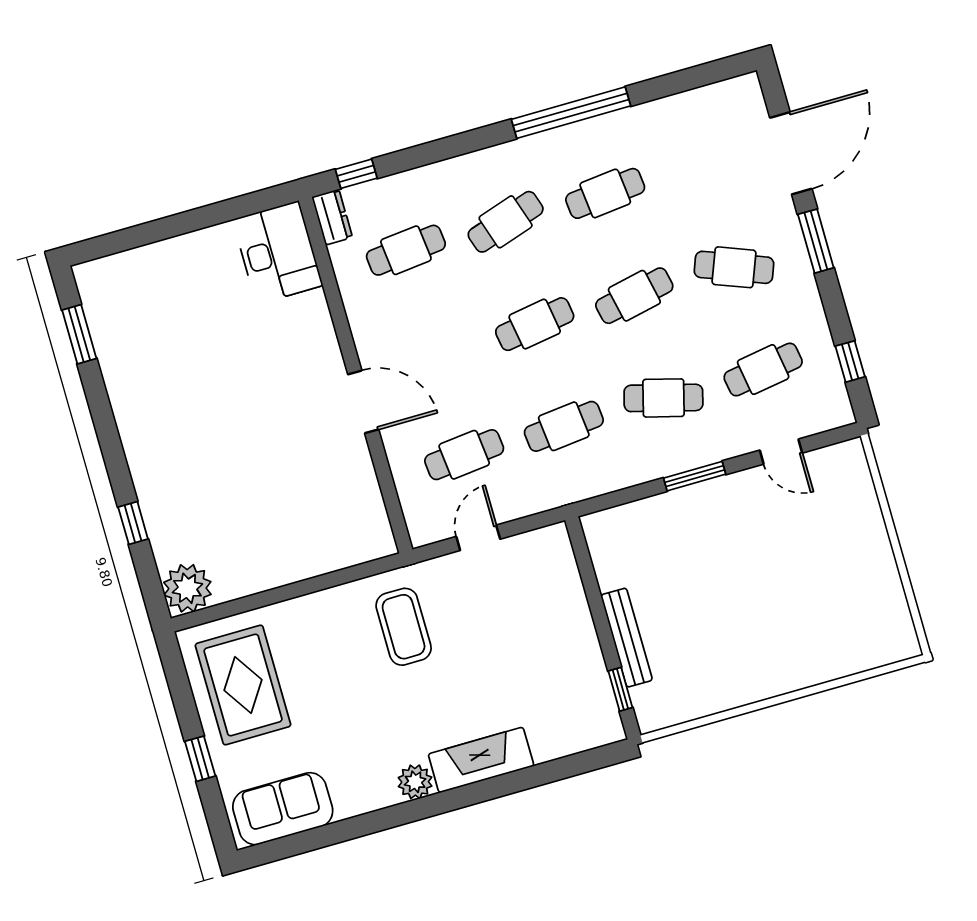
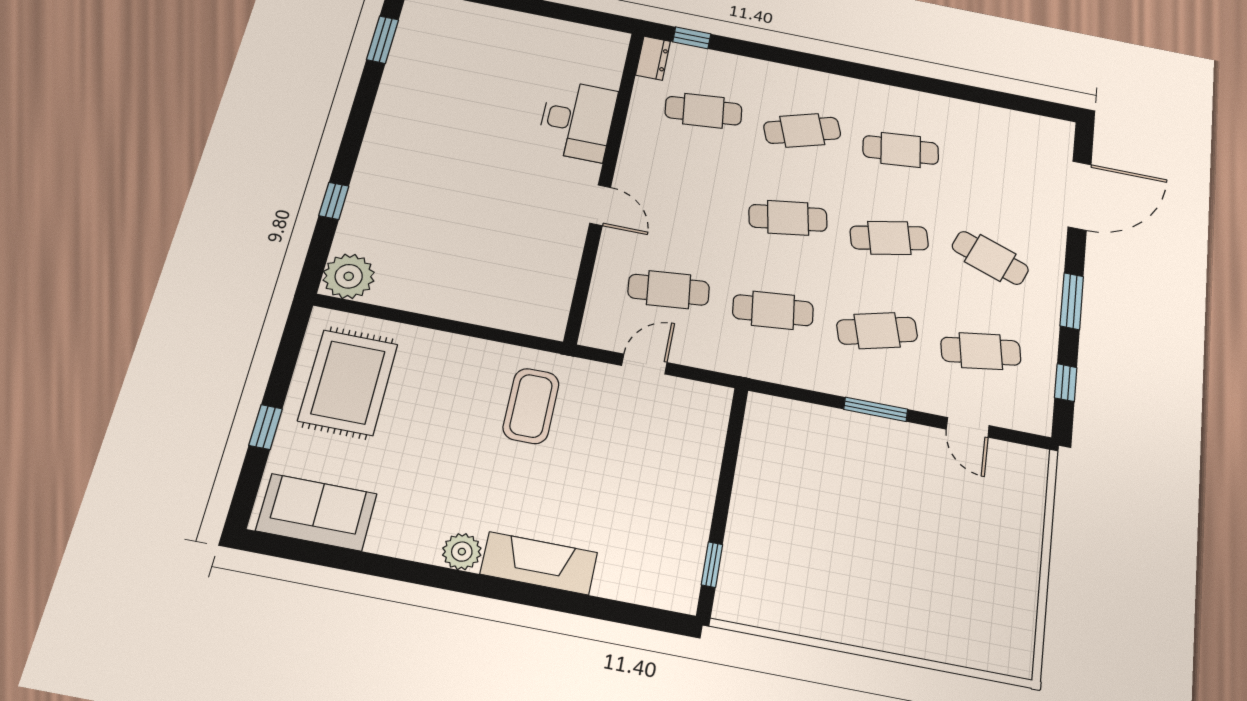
window: (571, 113) -> (900, 79), removed
window: (816, 241) -> (1072, 301), moved
desk: (278, 253) -> (577, 120), moved
cafe table: (663, 398) -> (877, 331), turned -30
door: (363, 402) -> (600, 205), width x0.73
bench: (627, 638) -> (742, 520), removed

